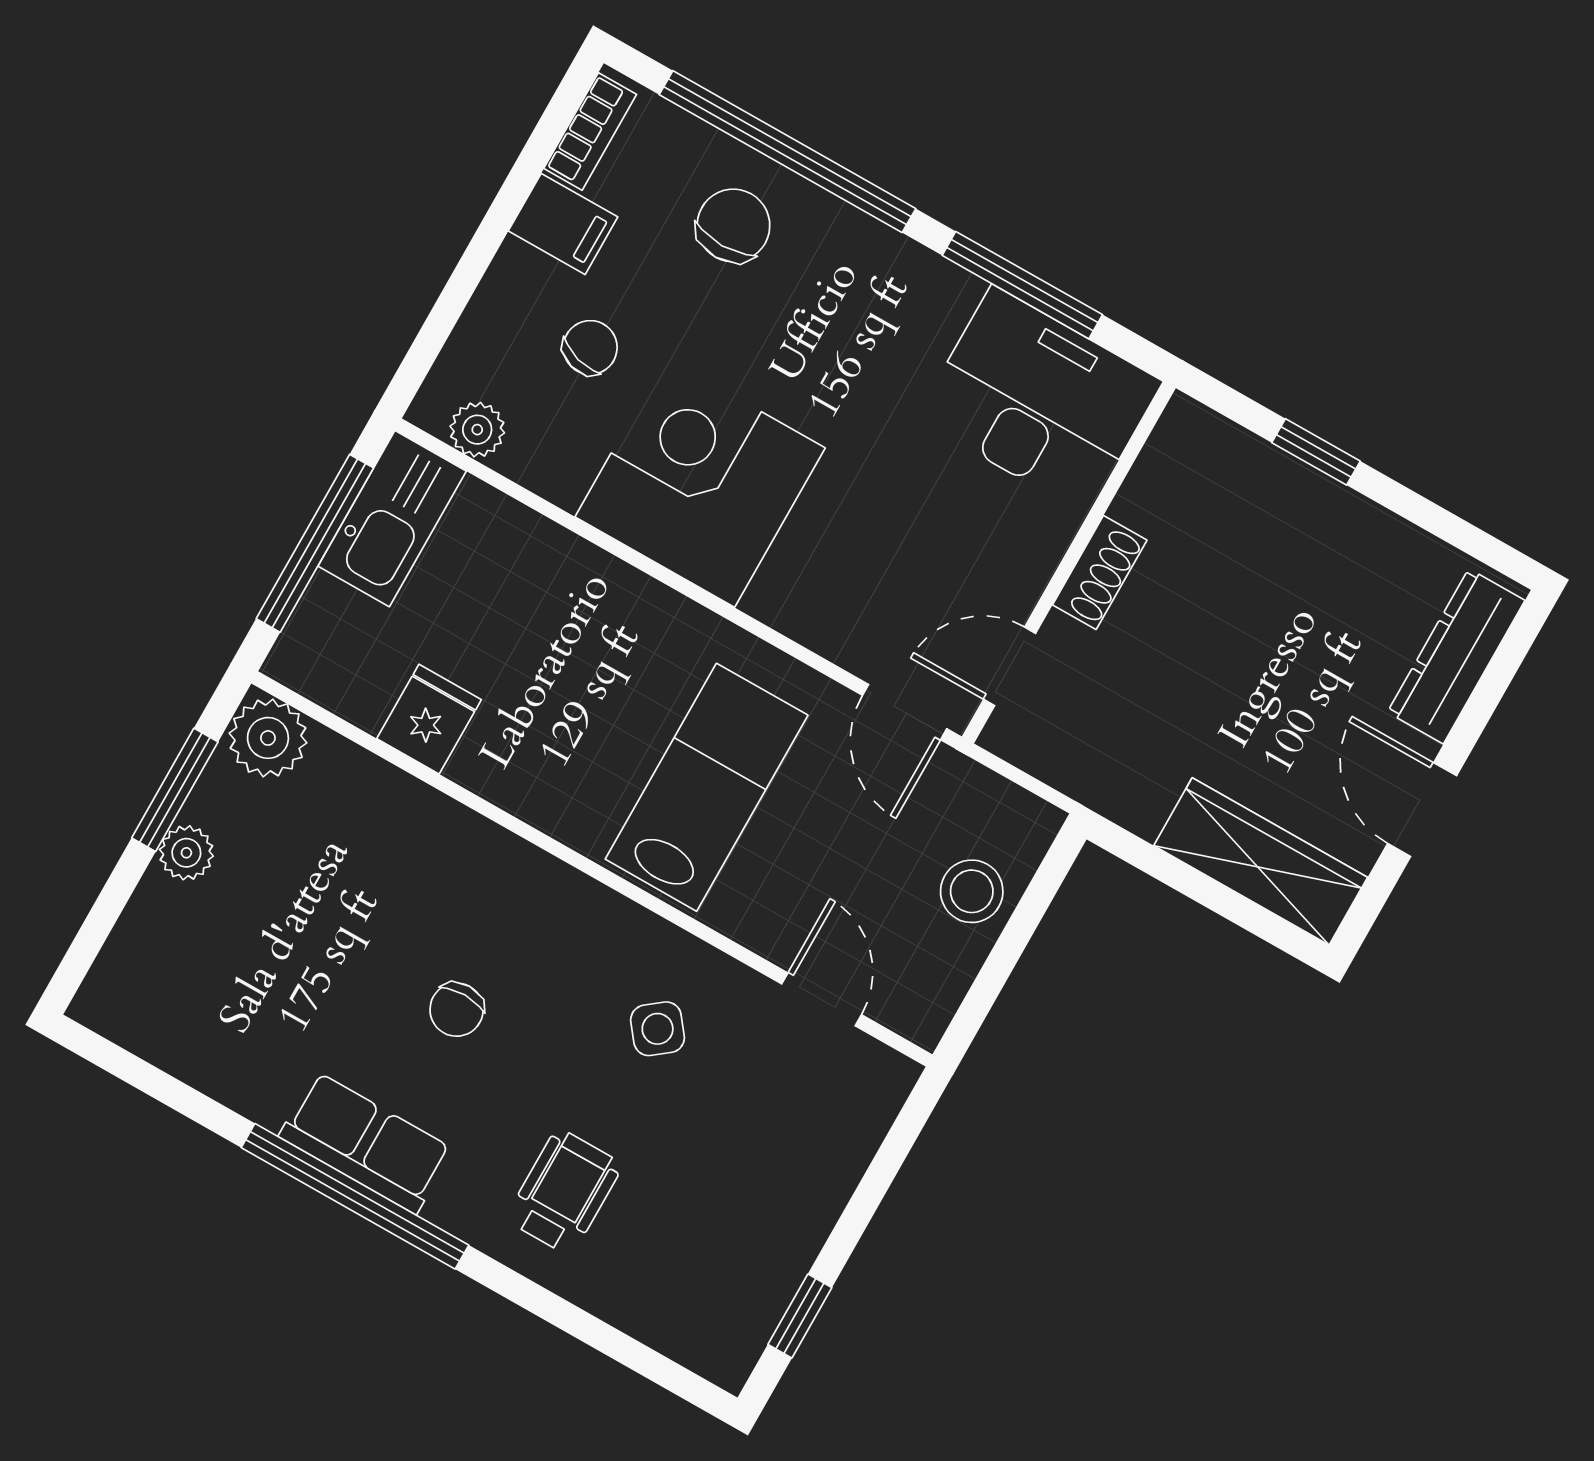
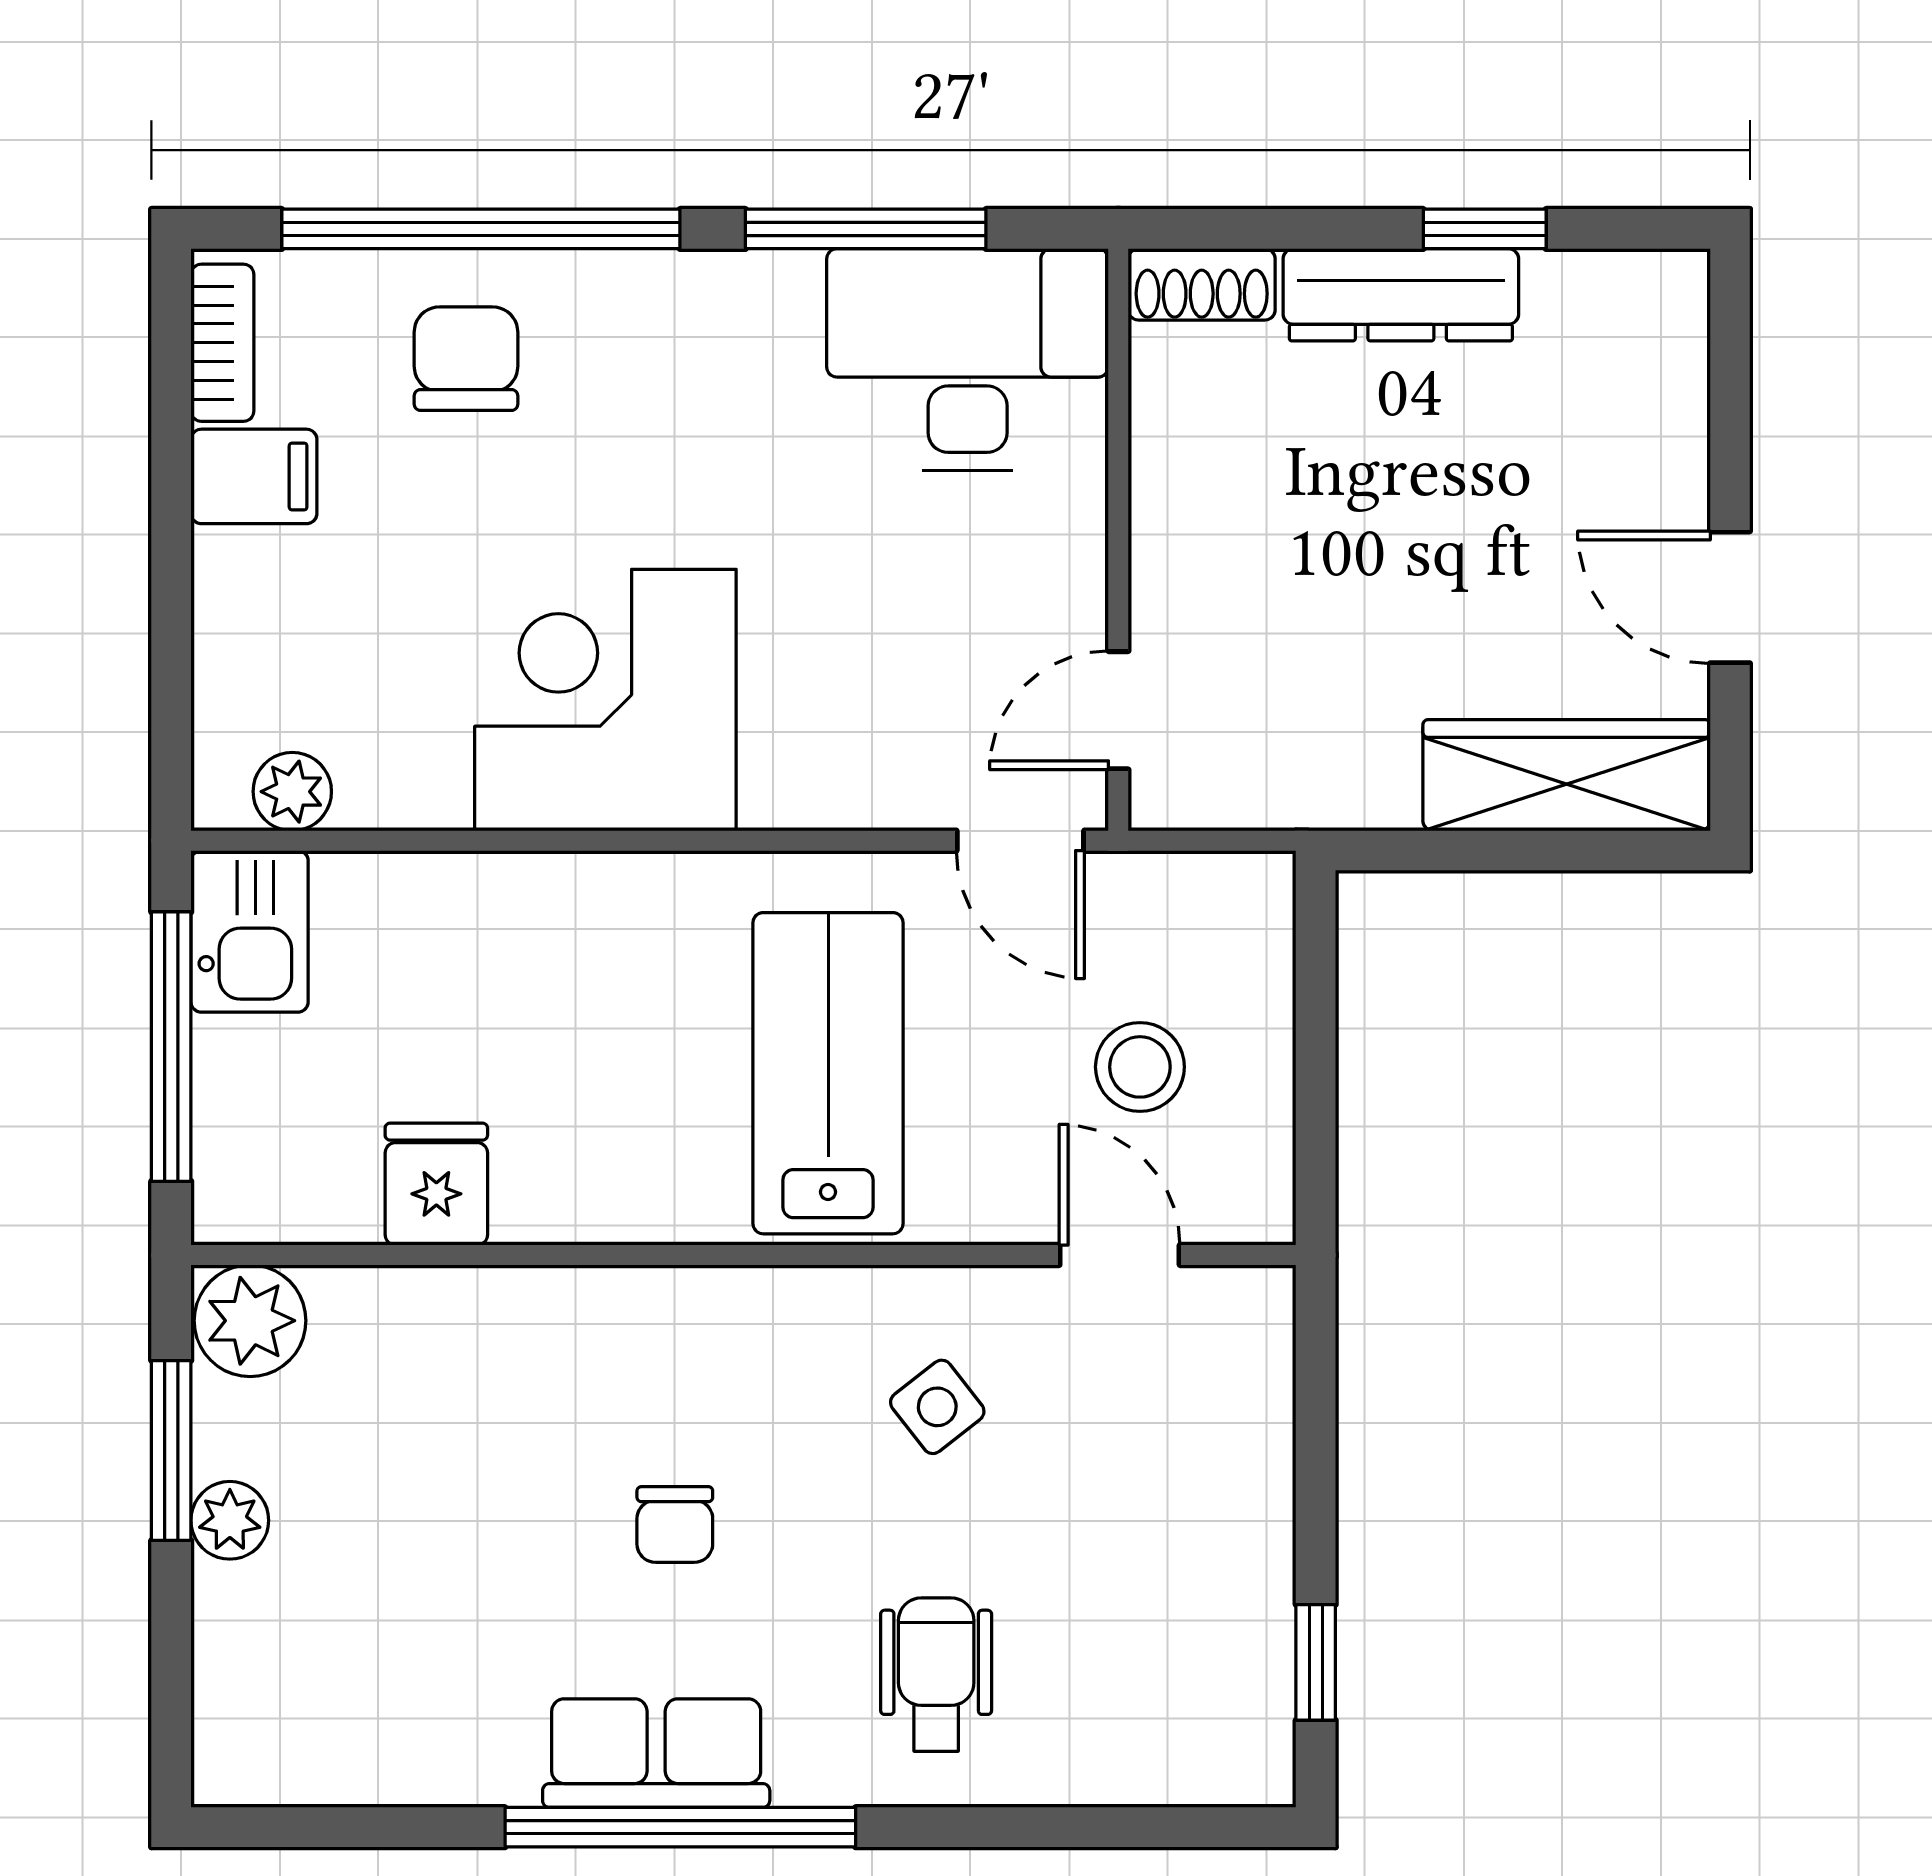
chair: (590, 347) -> (374, 610), removed
window: (1316, 452) -> (1485, 229), moved
kitchen sink: (392, 519) -> (250, 931), width x0.73
shoe rack: (1100, 573) -> (1202, 284), moved, turned 90
dresser: (1456, 656) -> (1401, 295), moved, turned -90
stool: (972, 891) -> (1140, 1067), moved

